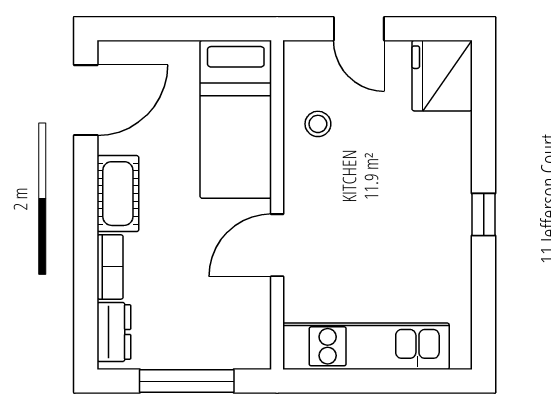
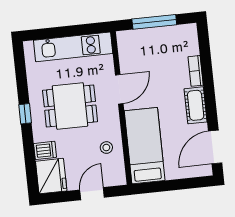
door: (359, 29) -> (92, 194), hinge flipped
dishwasher: (449, 132) -> (45, 150), added
dining table: (386, 221) -> (70, 106), added
dresser: (114, 332) -> (191, 41), removed

